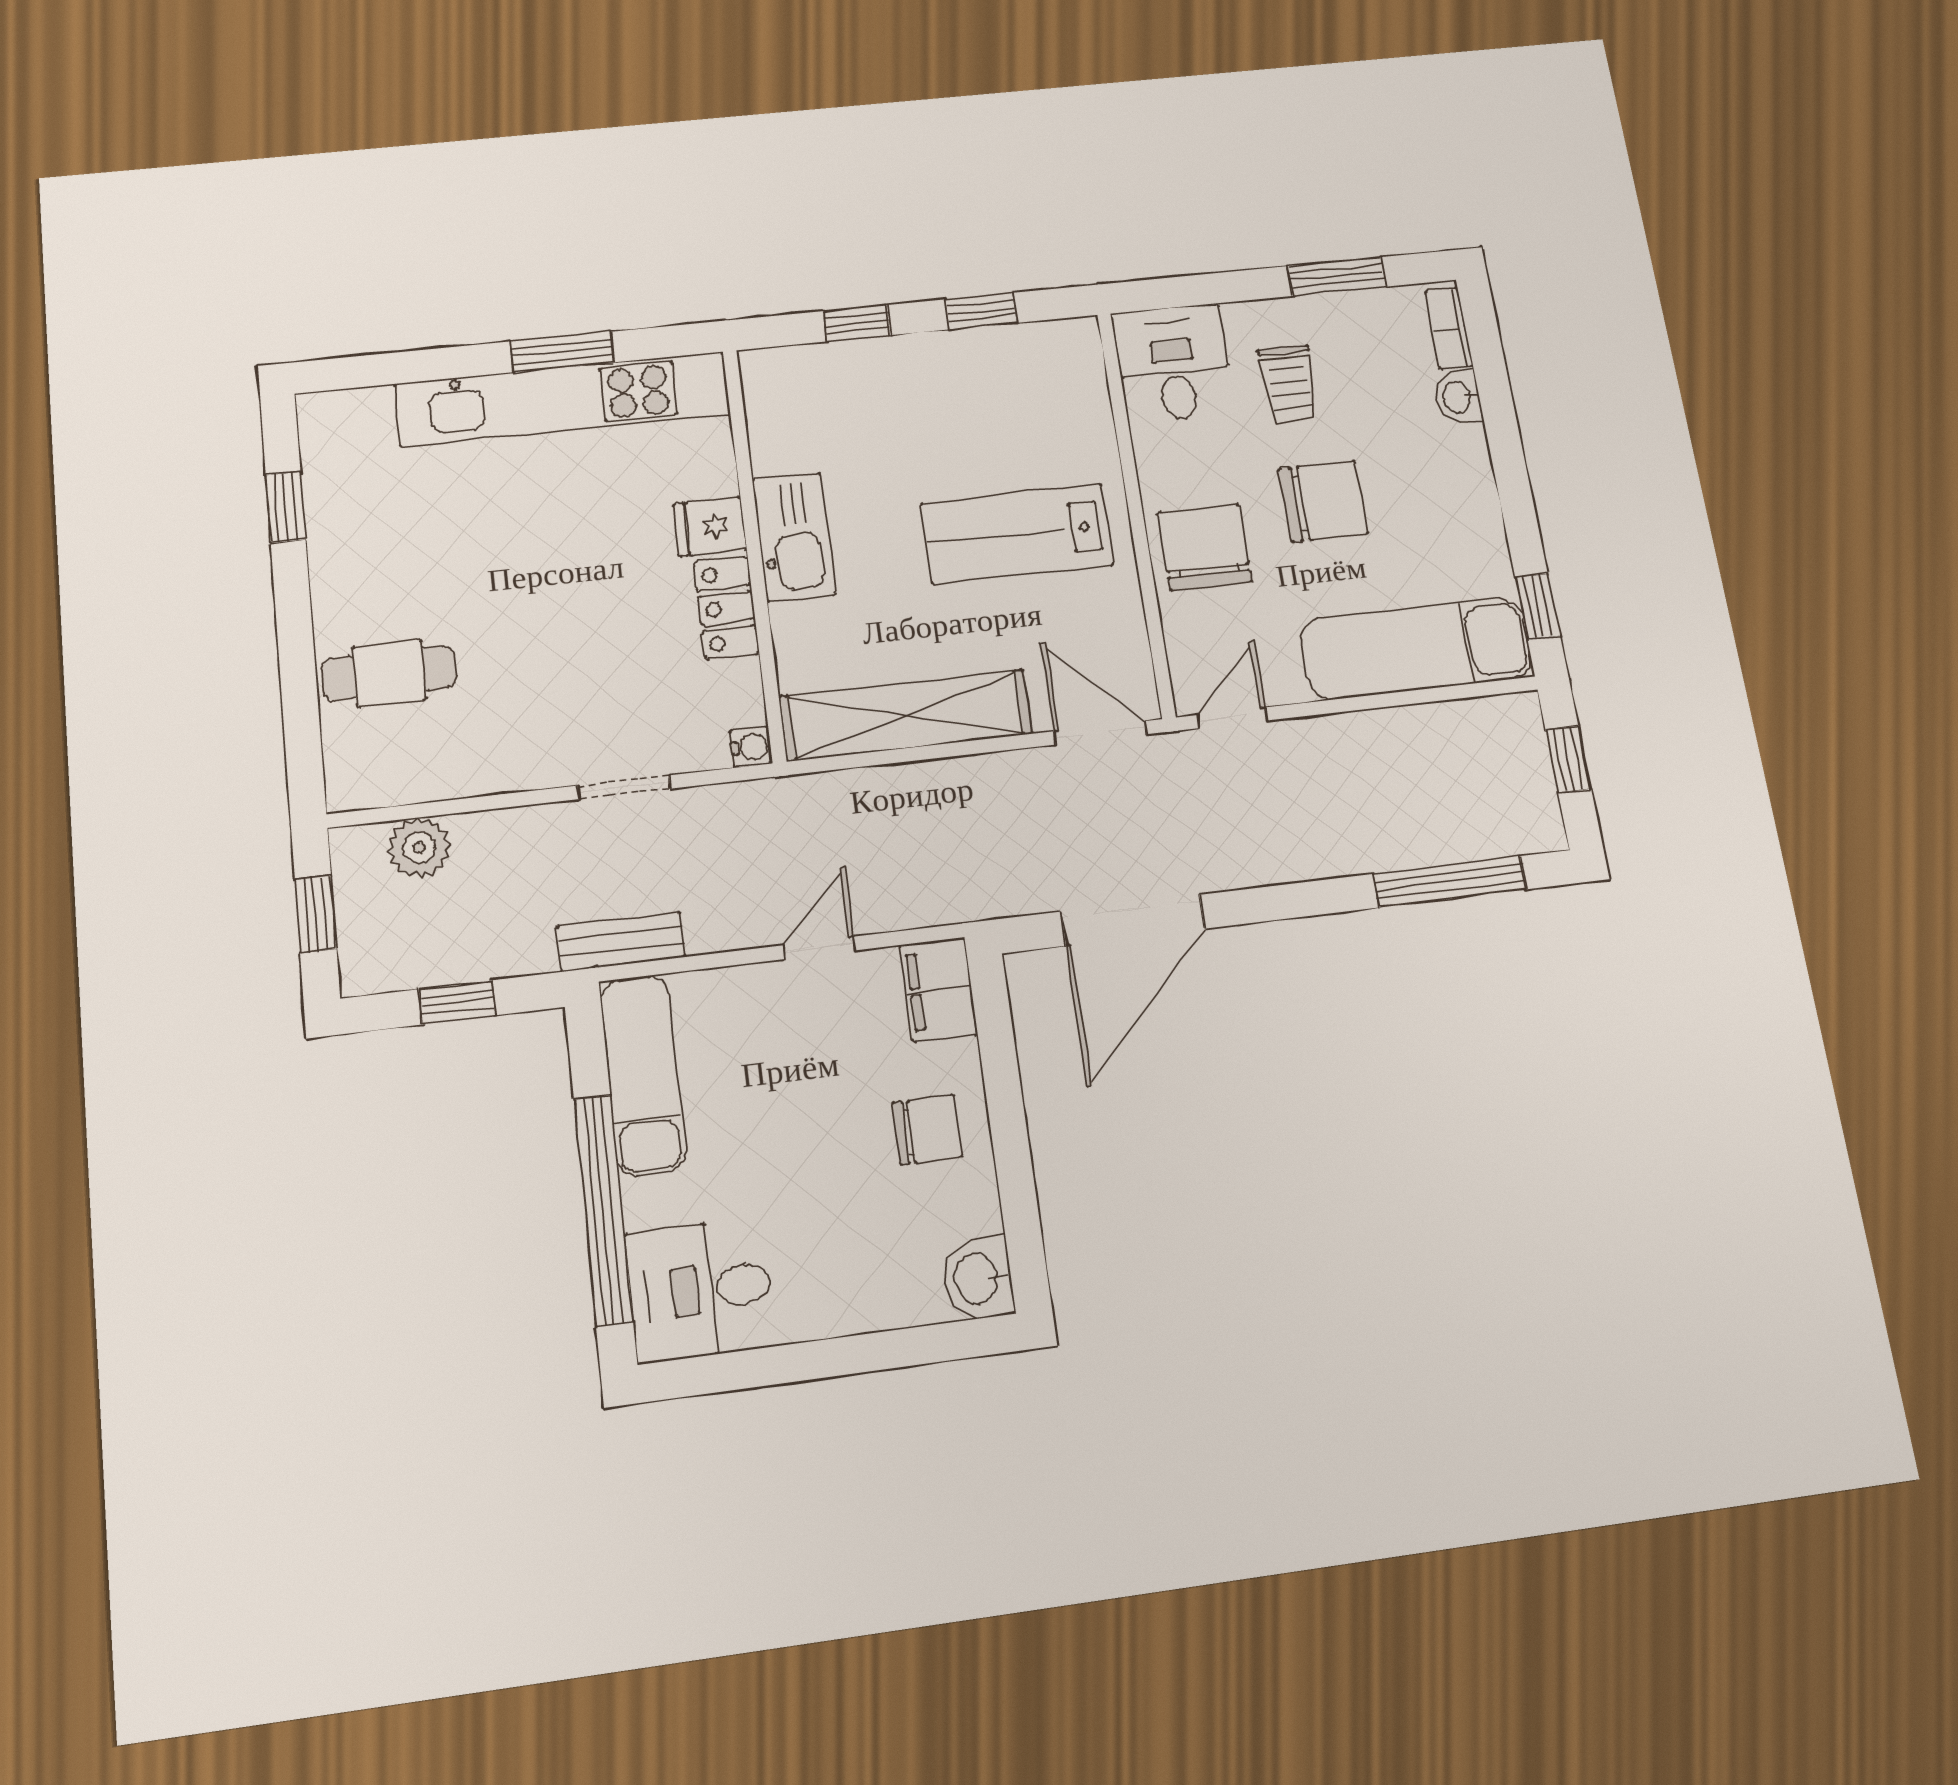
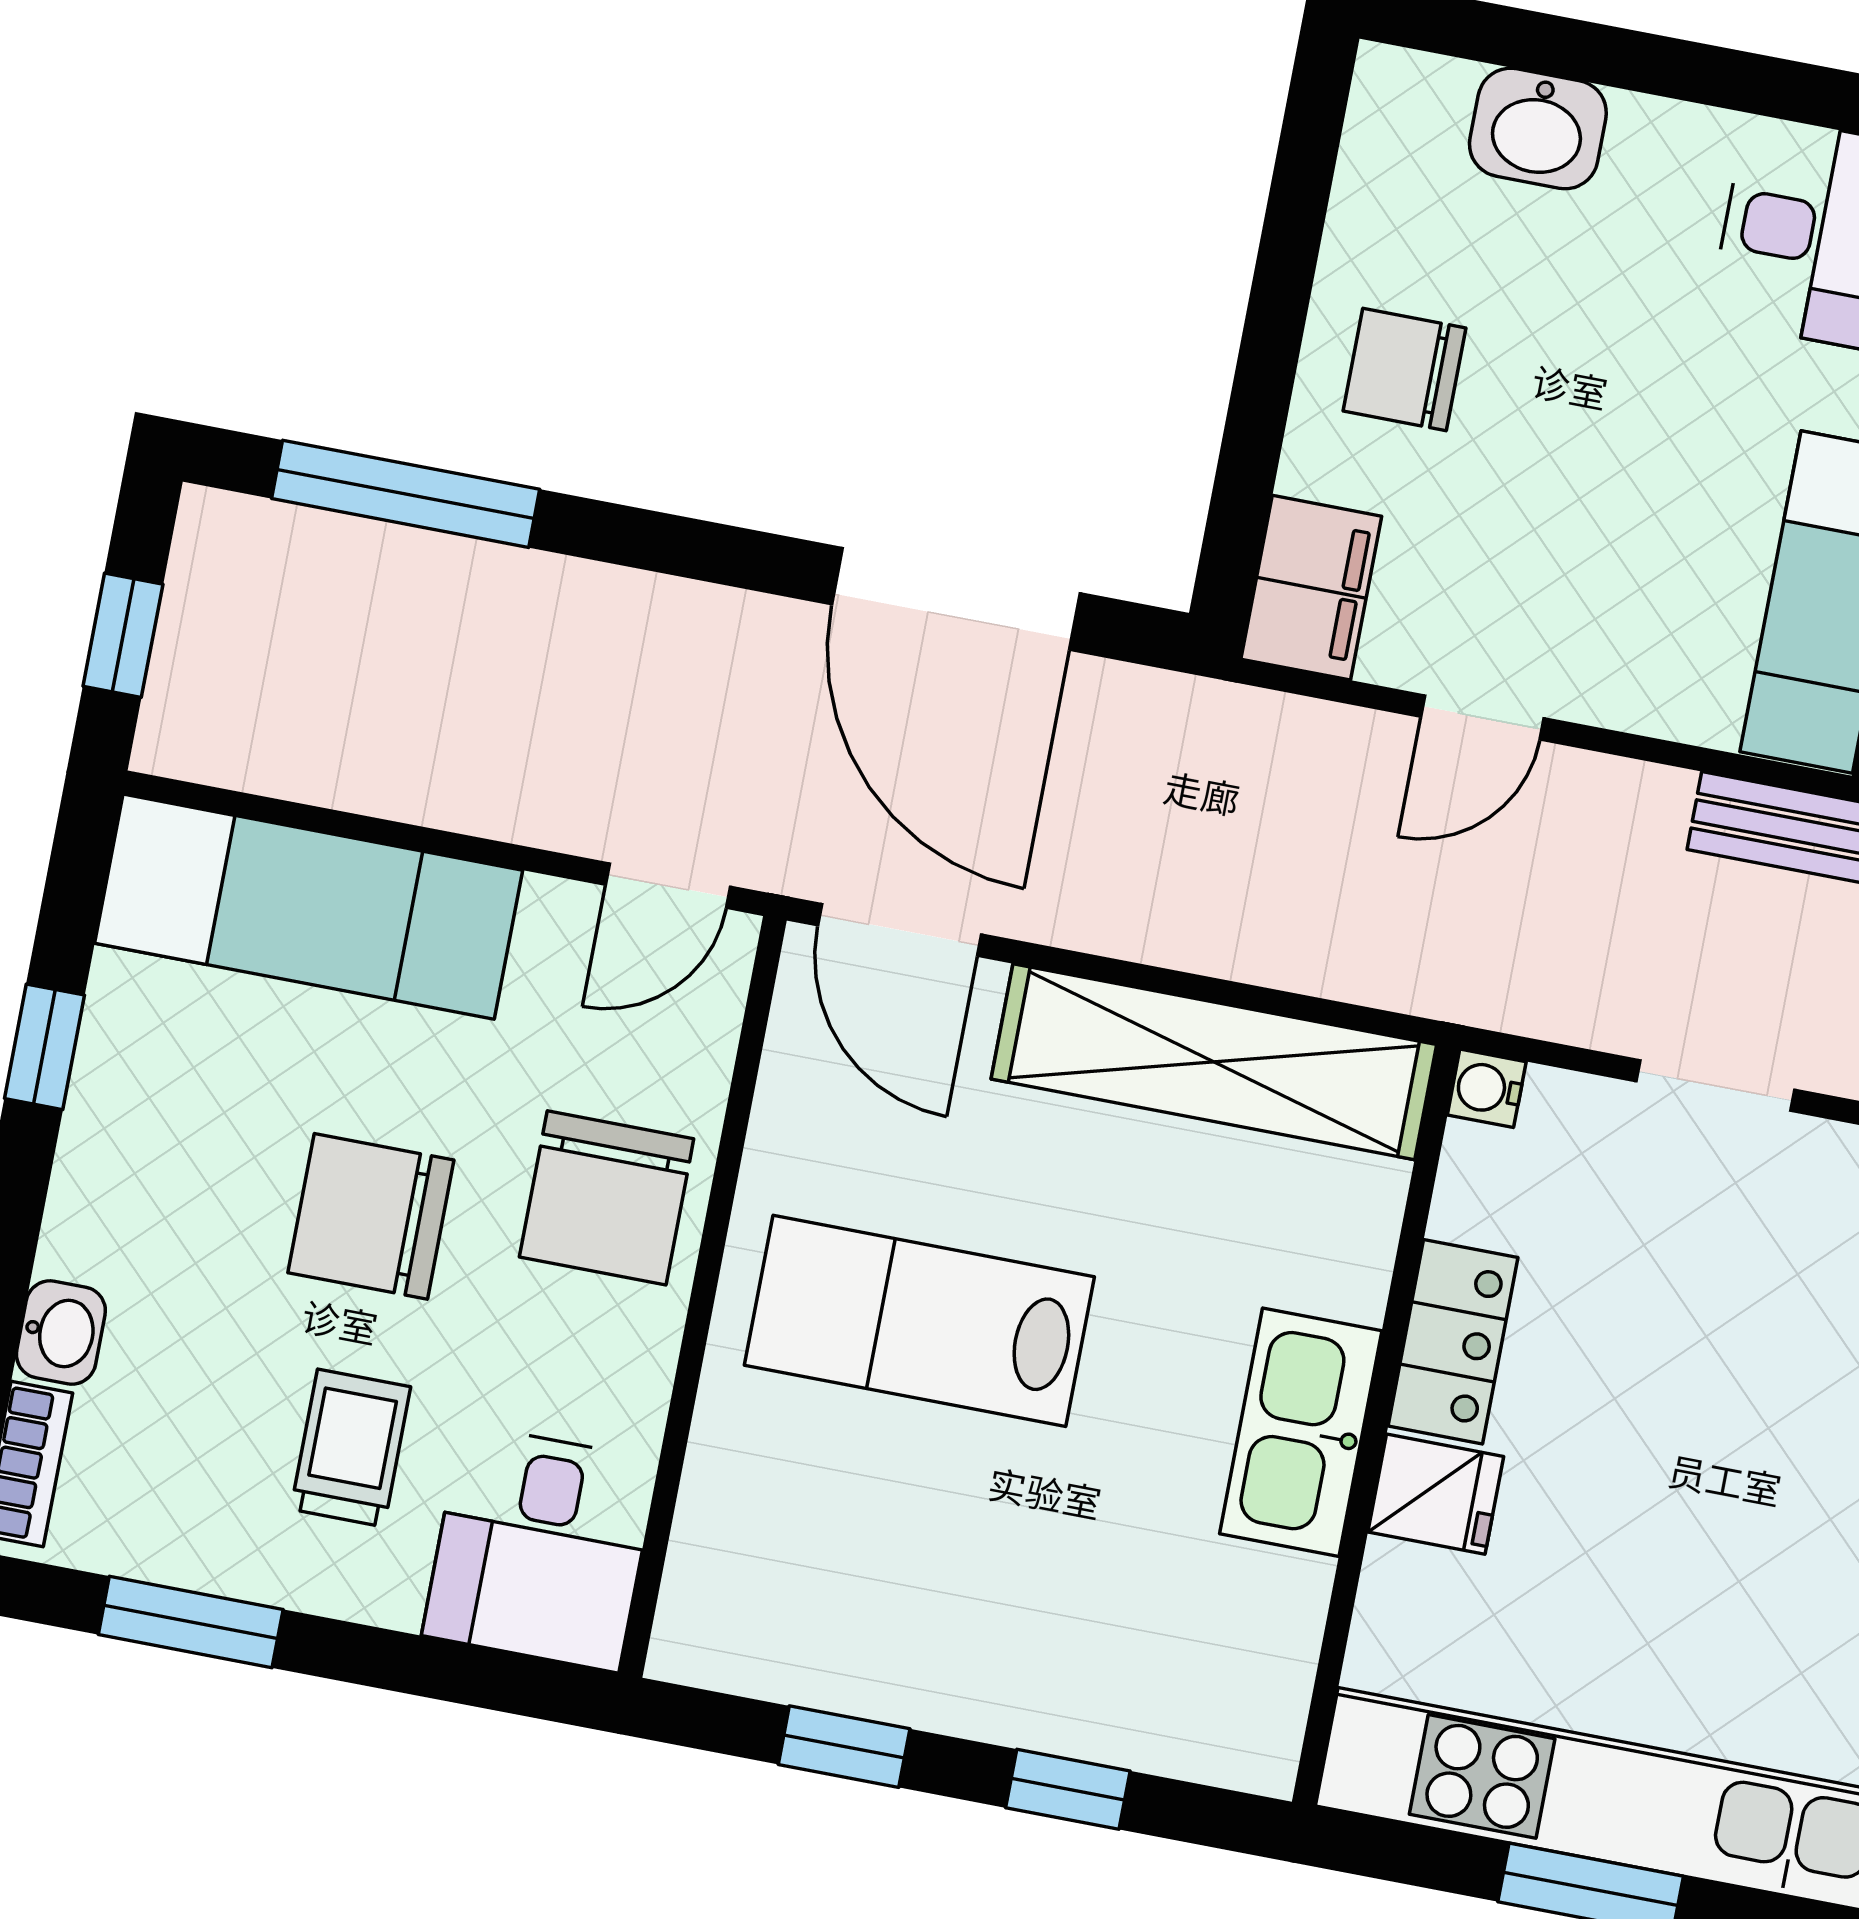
lab bench: (1017, 534) -> (919, 1321), turned 180
window: (1538, 606) -> (44, 1047), moved
door: (1133, 920) -> (956, 599), swing flipped
washbasin: (978, 1278) -> (1538, 128), moved, turned 90

